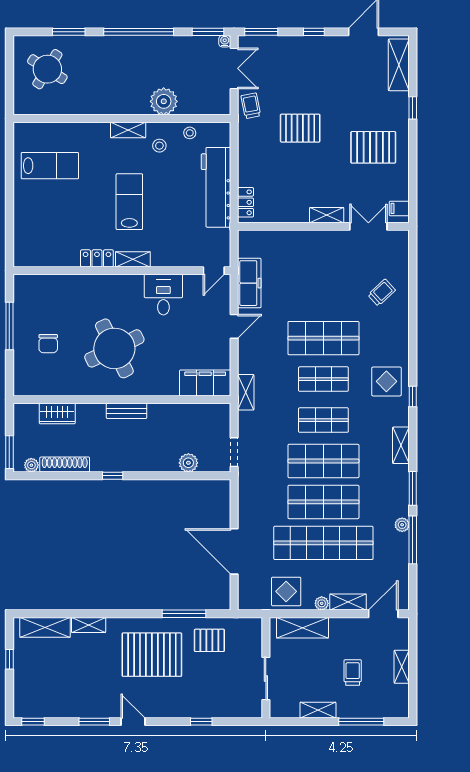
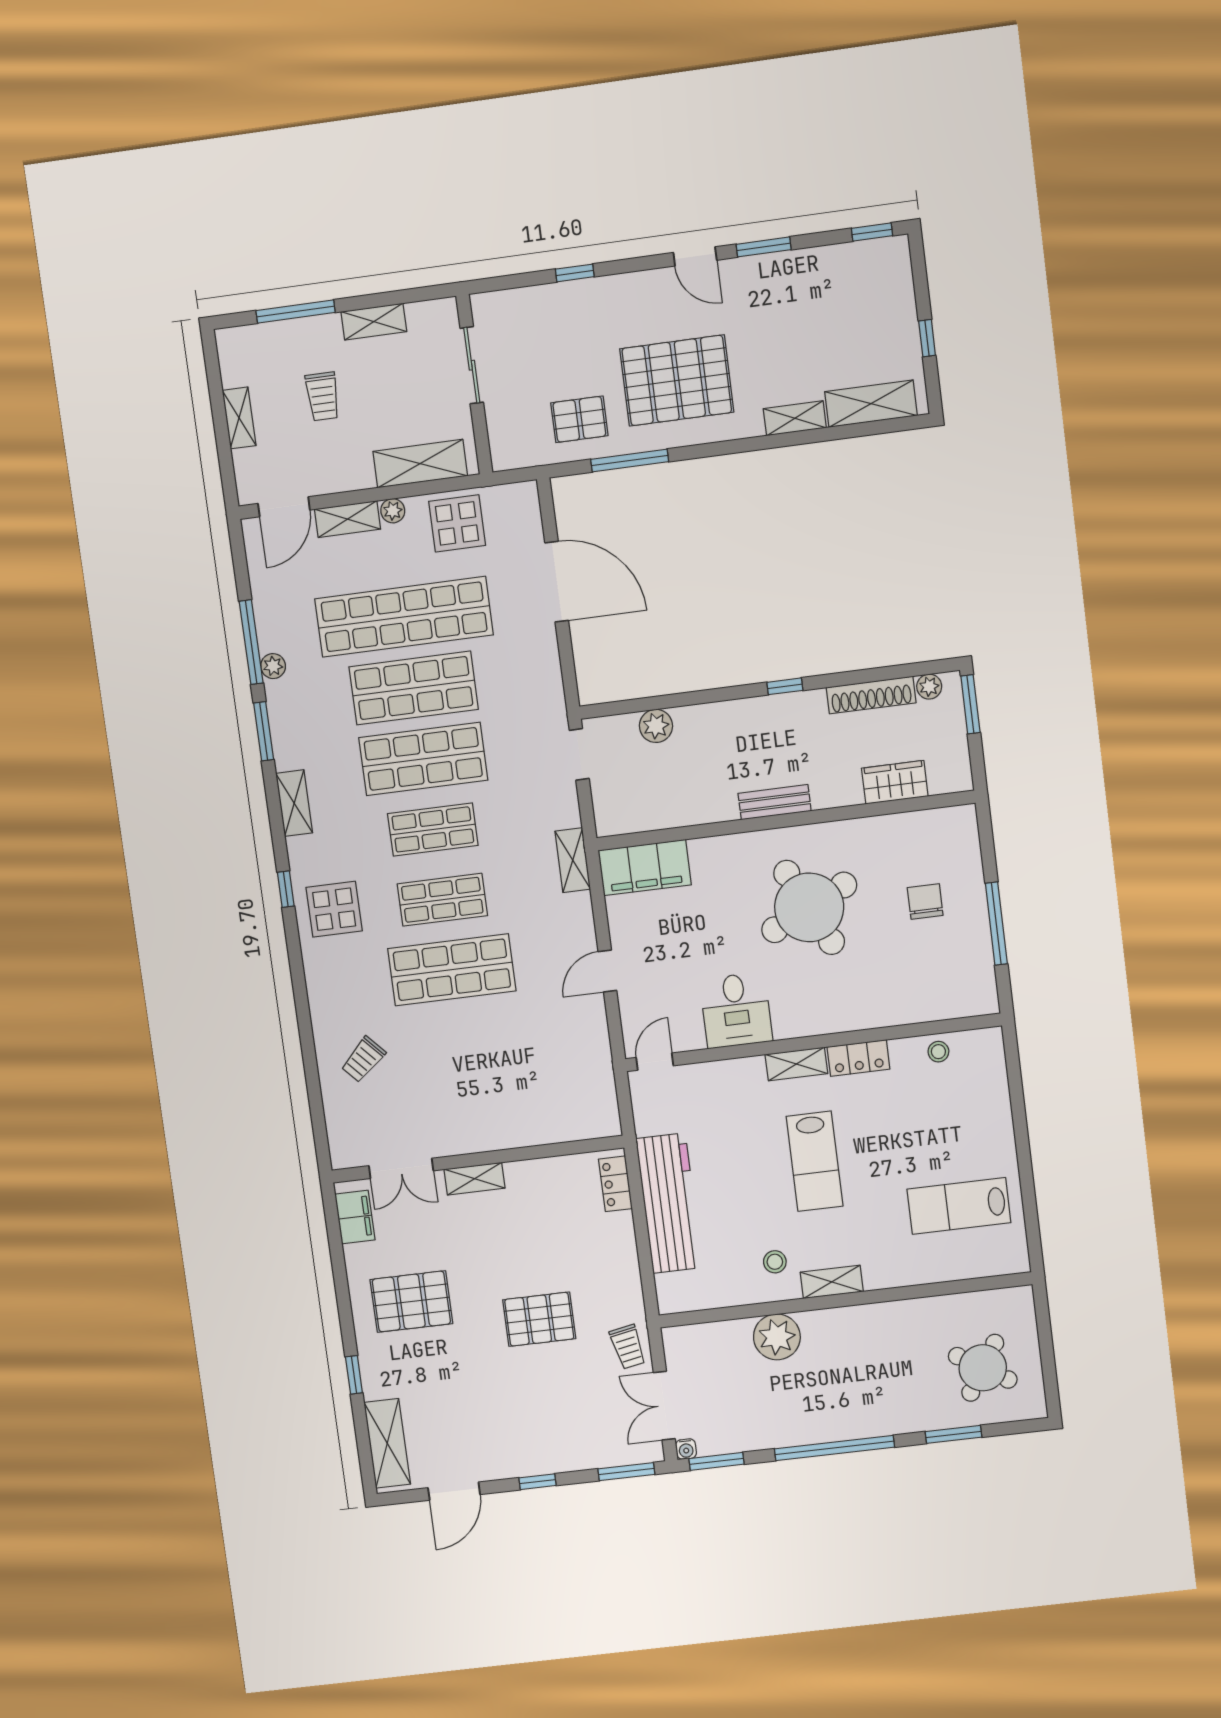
stool: (190, 133) -> (938, 1052), moved
filing cabinet: (399, 208) -> (355, 1217), width x2.00
freezer: (249, 283) -> (591, 1048), removed

